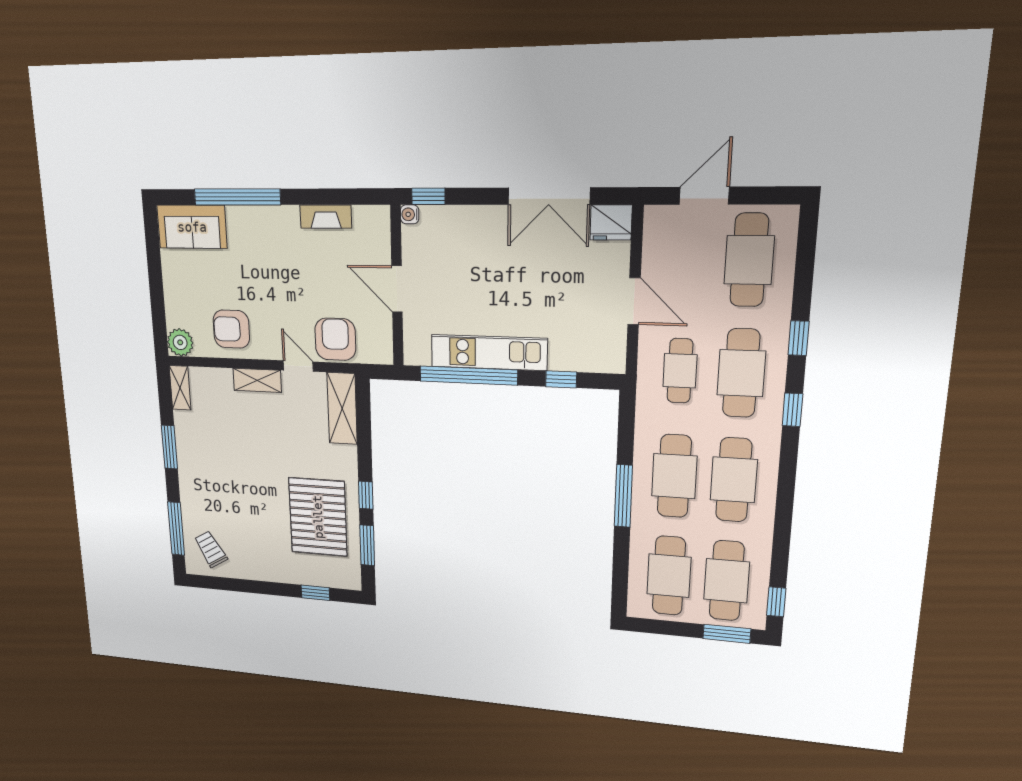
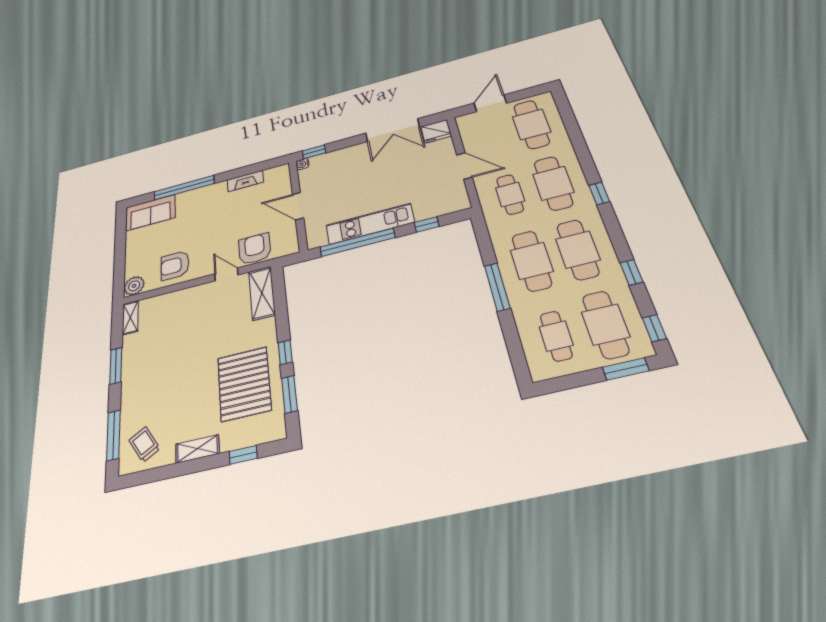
window: (799, 338) -> (631, 272), moved
shelving: (257, 380) -> (197, 449), moved
cafe table: (669, 576) -> (556, 336), width x0.73, depth x0.74

